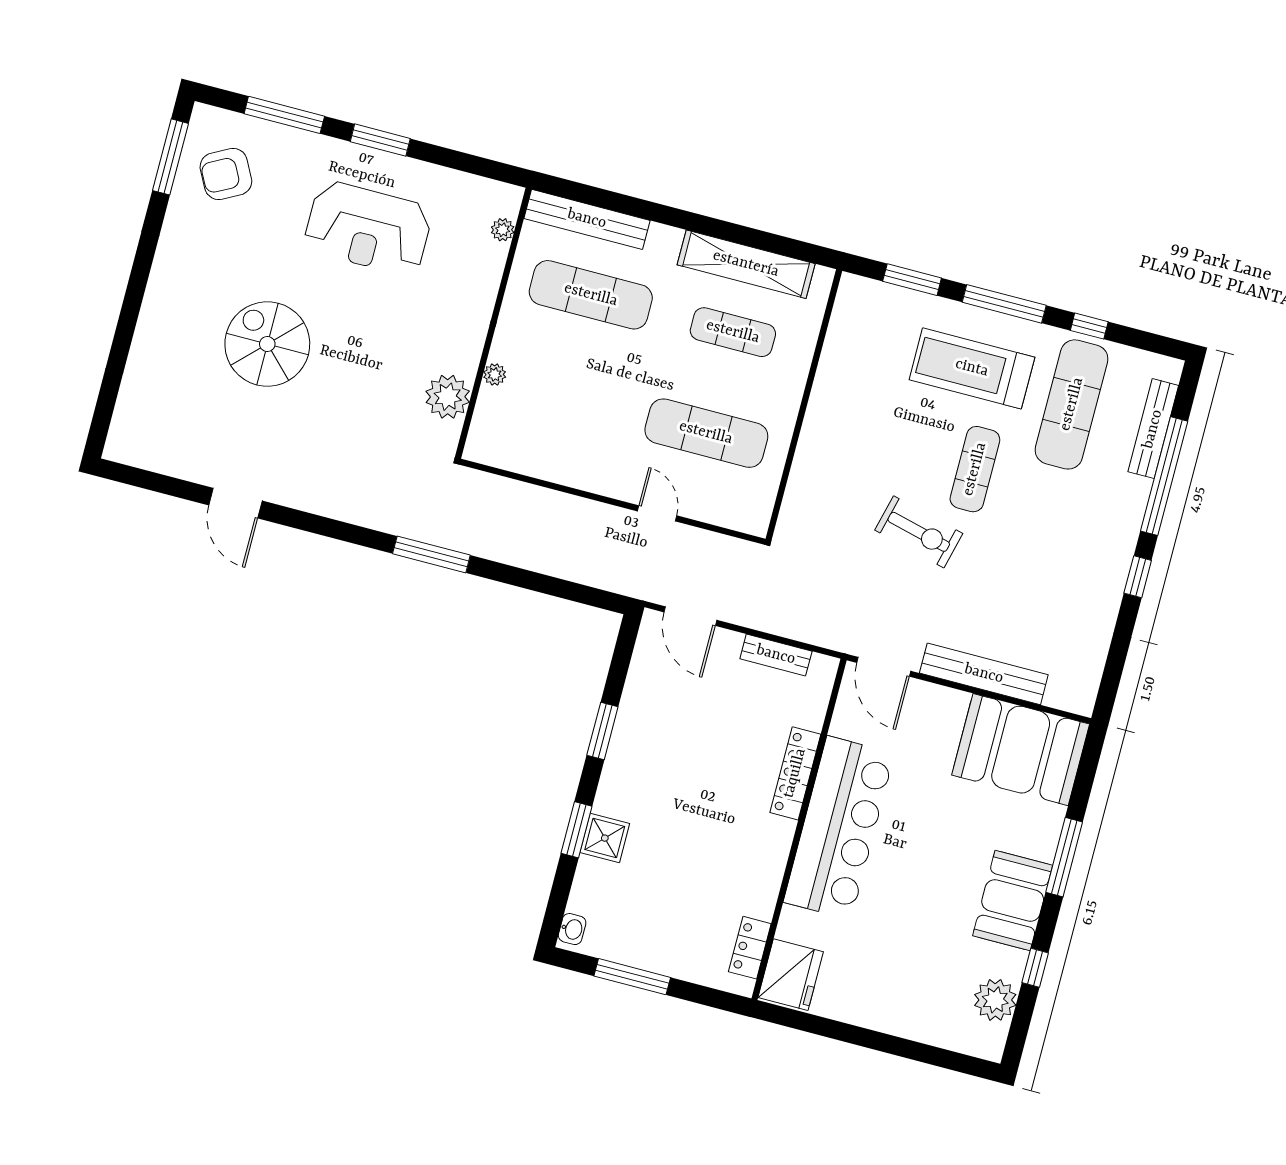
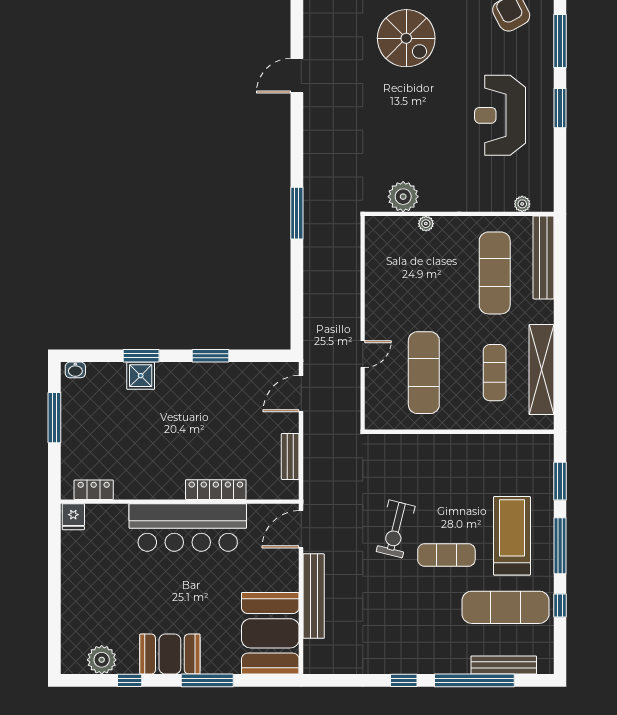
spiral stairs: (267, 344) -> (406, 38), moved, turned 90
fridge: (791, 975) -> (73, 517), width x0.53, depth x0.75

